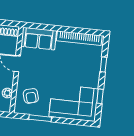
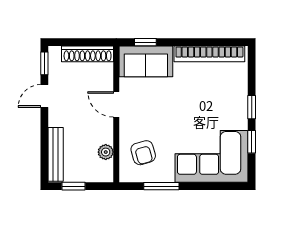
window: (40, 26) -> (145, 42), added
window: (103, 65) -> (252, 107), moved

